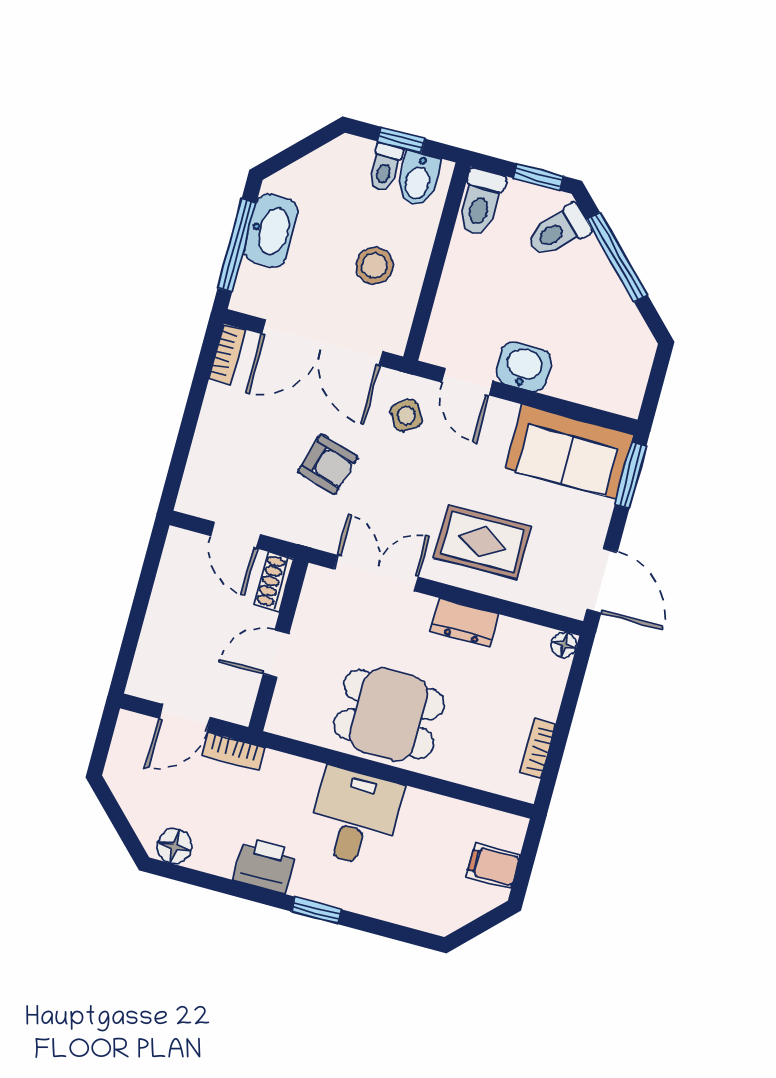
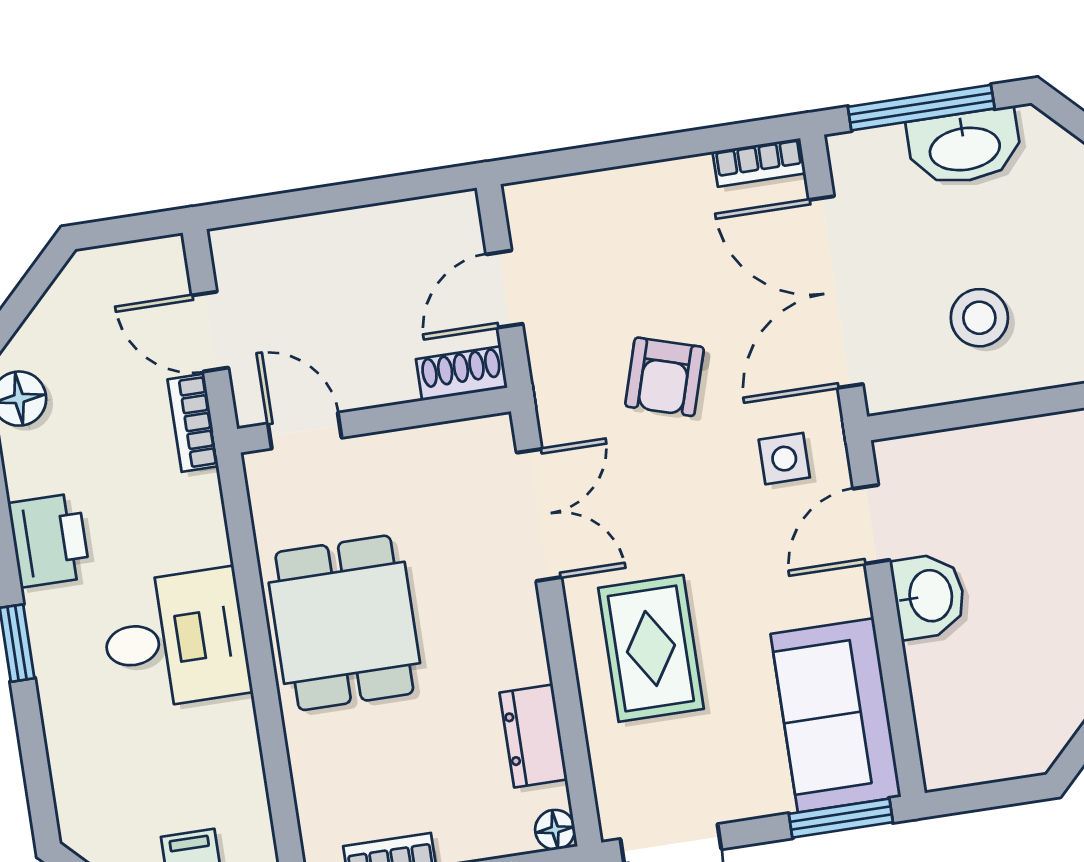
side table: (406, 416) -> (784, 459), turned 32
dresser: (465, 623) -> (533, 736), moved
door: (276, 654) -> (305, 431), moved

